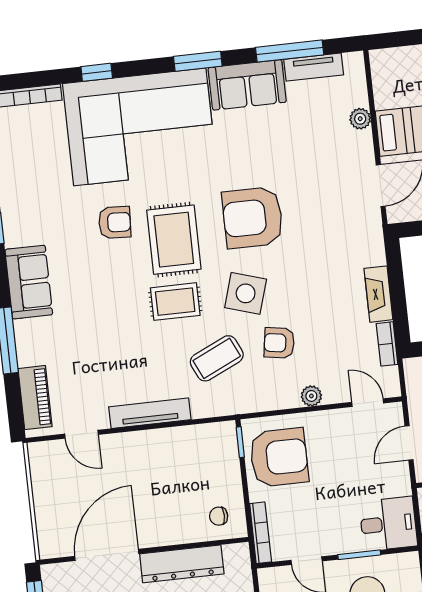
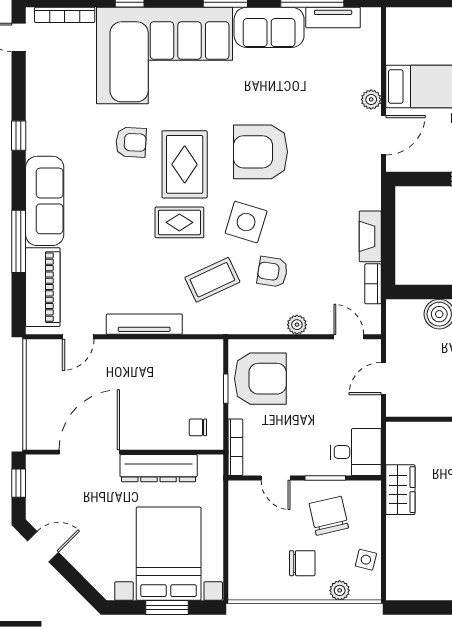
plant: (360, 119) -> (371, 99), moved
sofa: (29, 282) -> (45, 201), width x1.36
piano: (35, 398) -> (43, 287), width x1.37, depth x1.33
door: (82, 434) -> (78, 337), hinge flipped
window: (240, 442) -> (226, 389), moved

